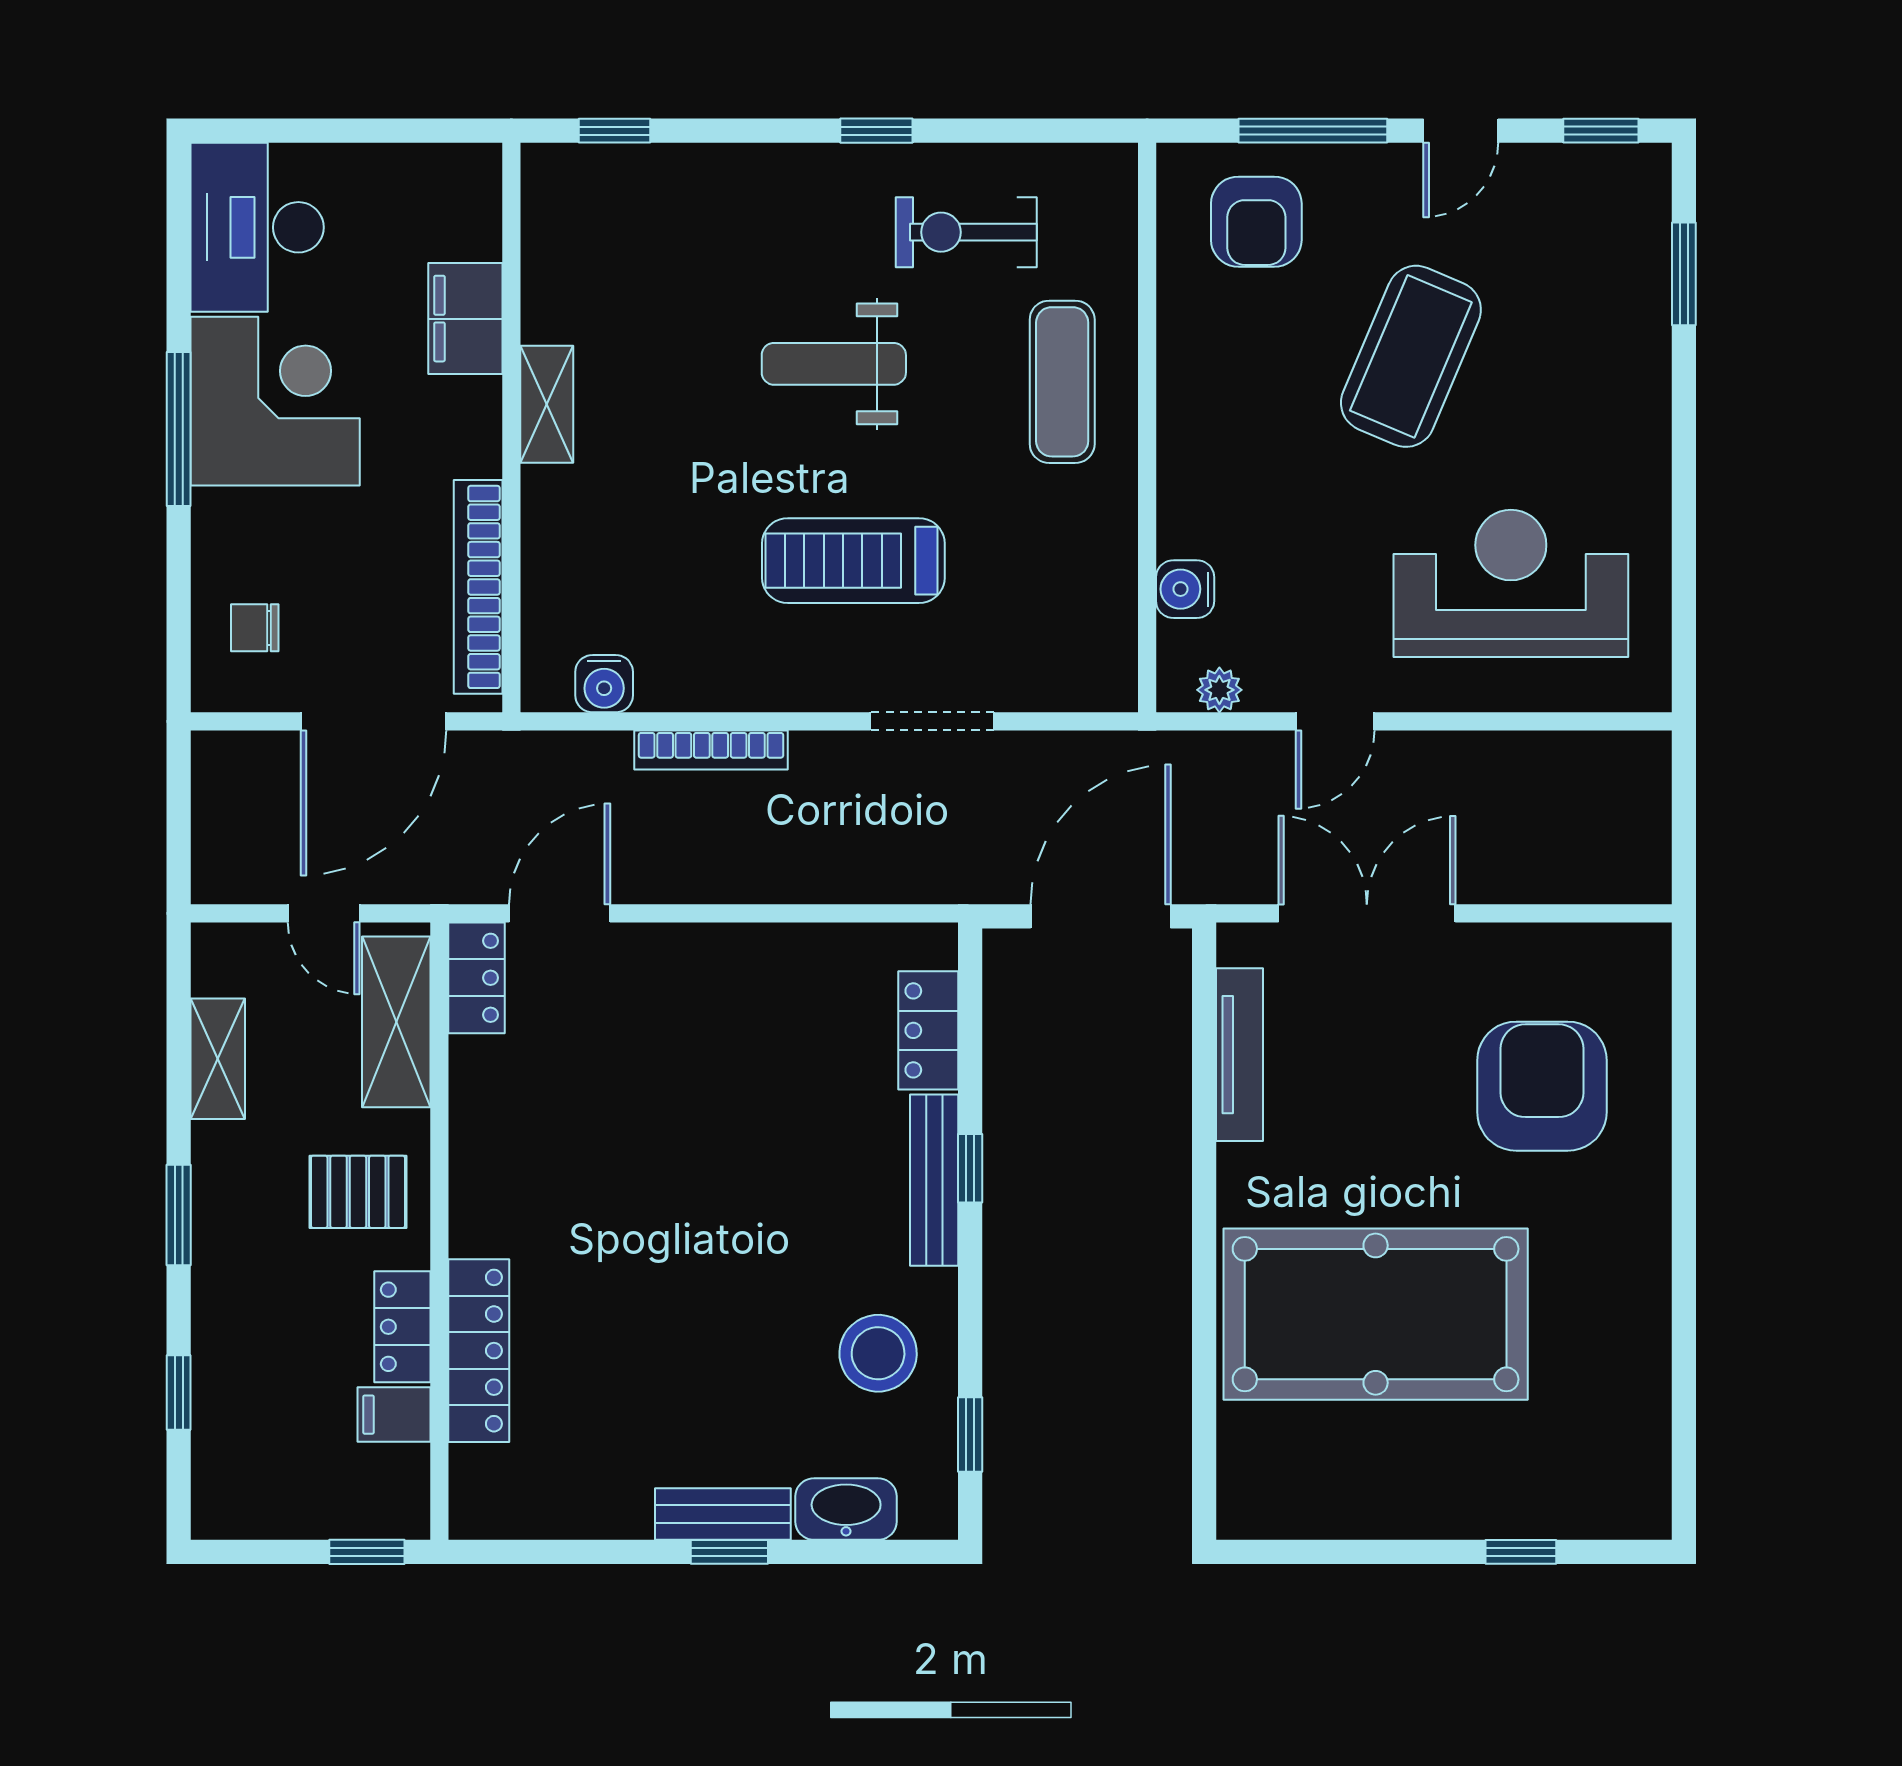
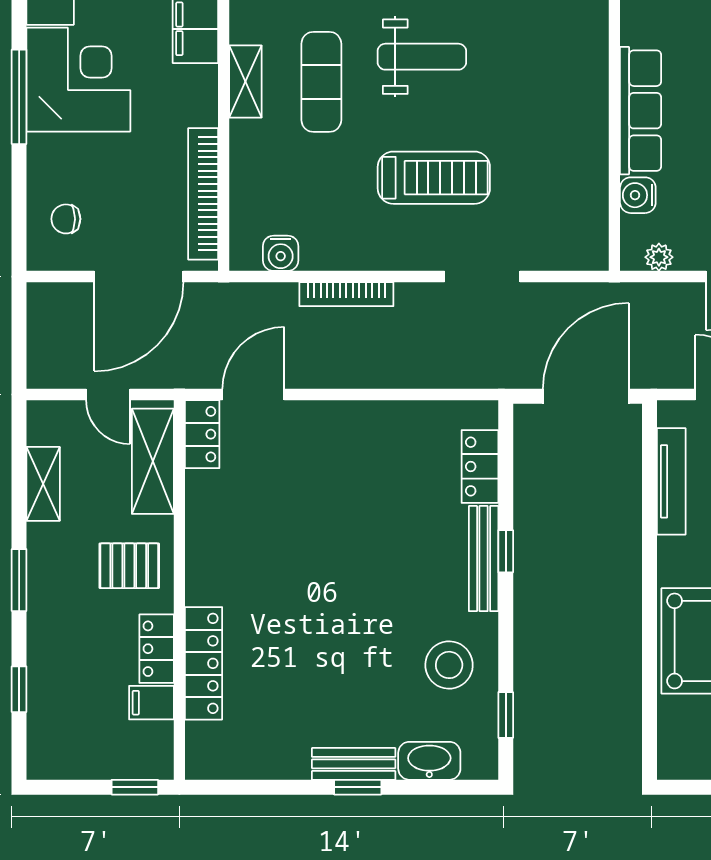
weight bench: (834, 364) -> (422, 57), turned 180
exercise mat: (1062, 382) -> (321, 82), moved
row of seats: (1190, 452) -> (641, 111), added
treadmill: (853, 561) -> (434, 178), turned 180

